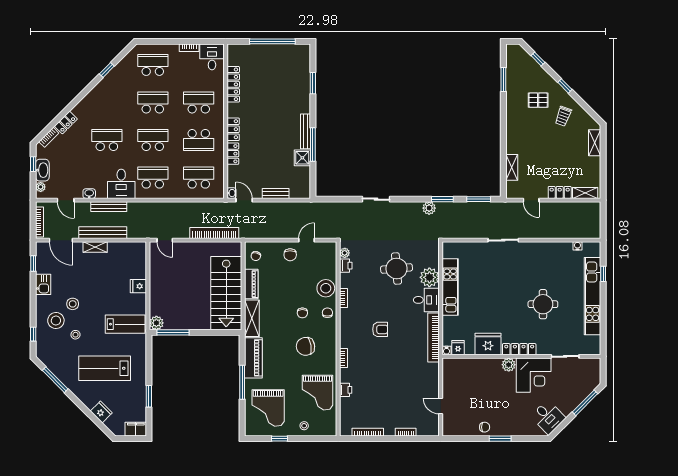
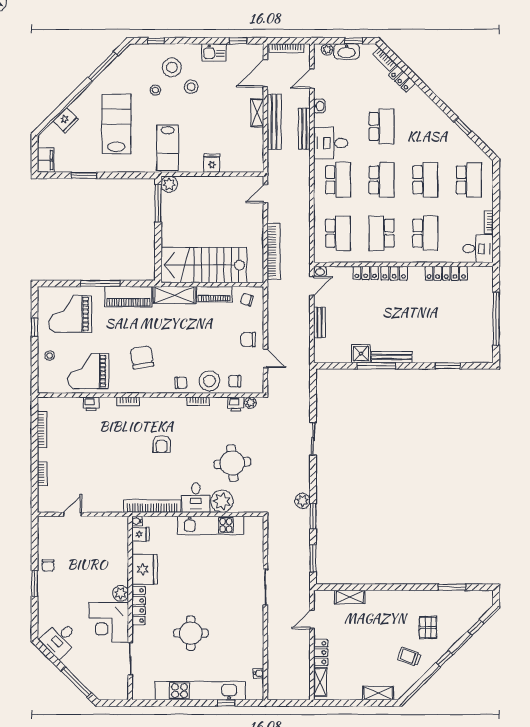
chair: (302, 313) -> (235, 381), moved

